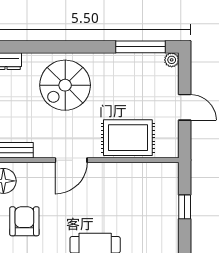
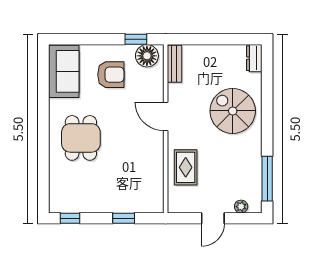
plant: (172, 60) -> (241, 207), moved
rug: (128, 138) -> (186, 167), width x0.73, depth x0.70

